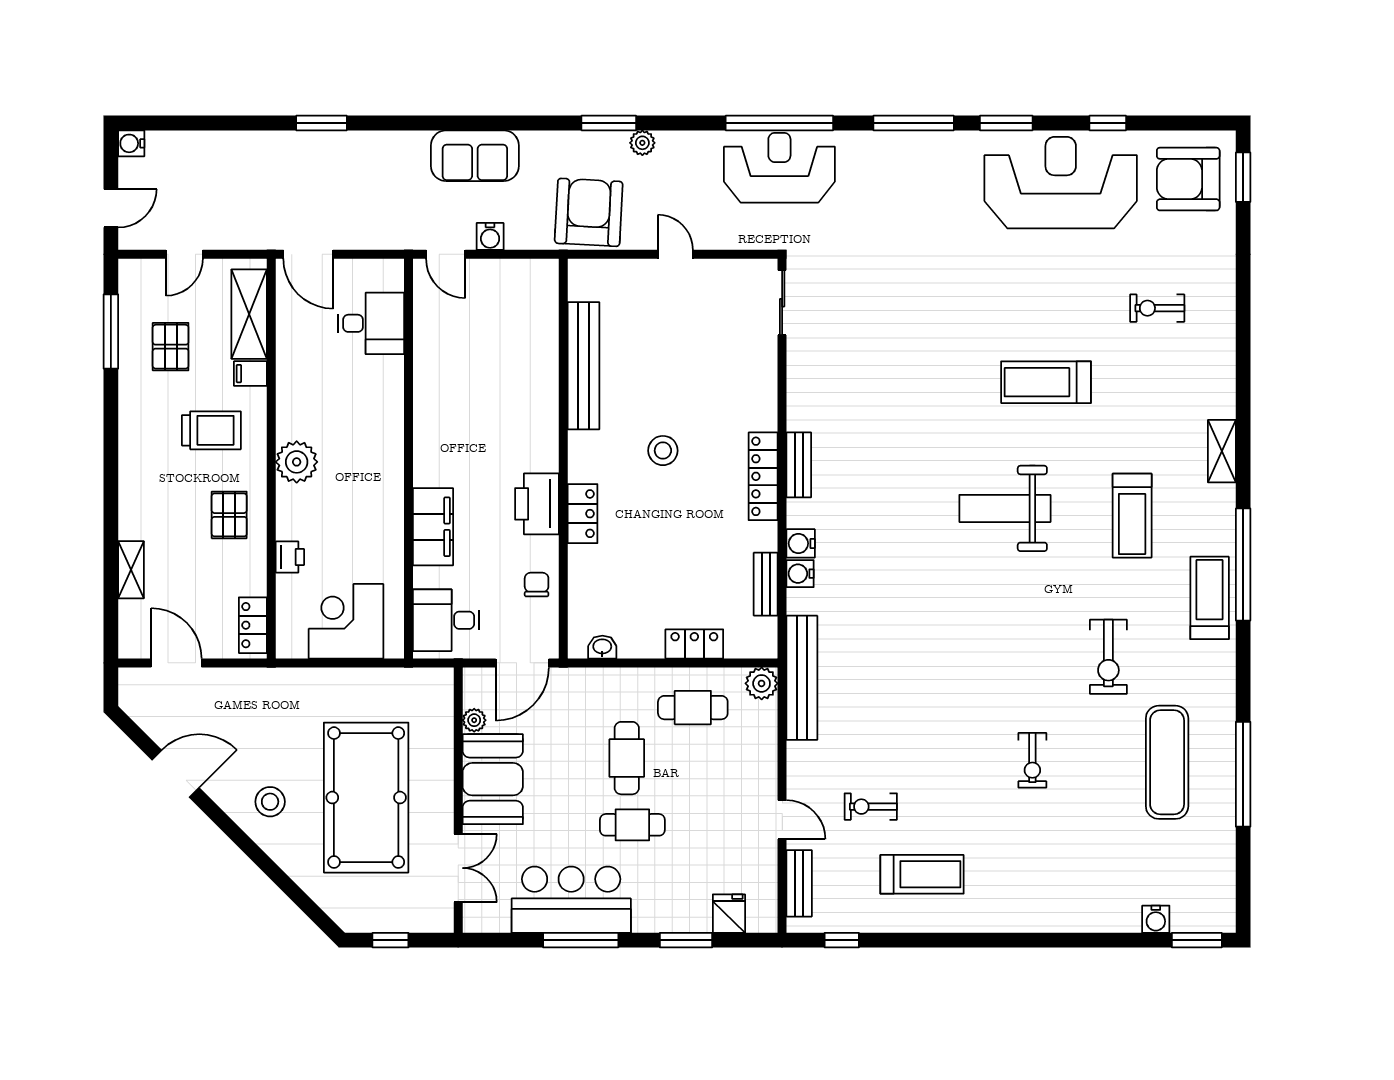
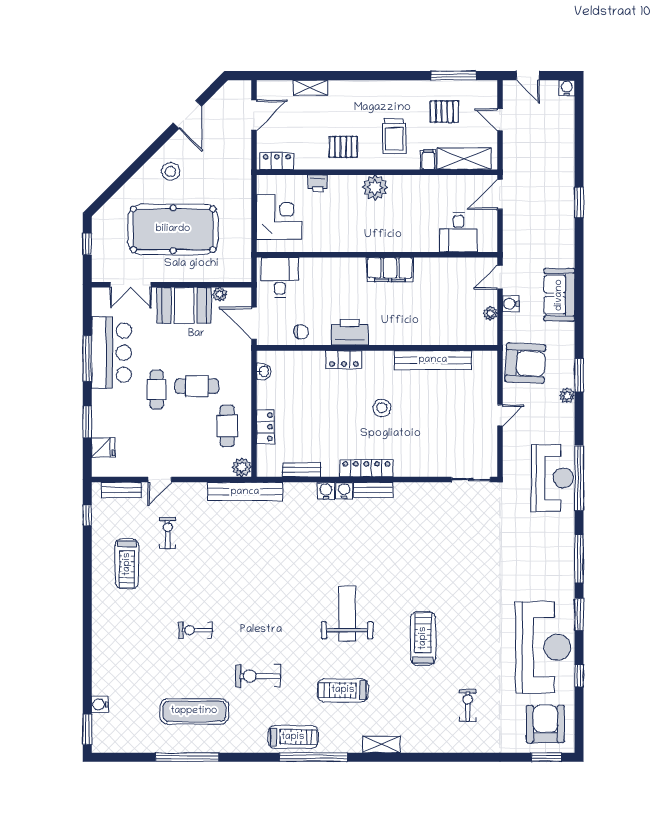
plant: (506, 270) -> (490, 313), added
filing cabinet: (433, 527) -> (390, 270), moved
water cooler: (800, 574) -> (344, 490), moved

